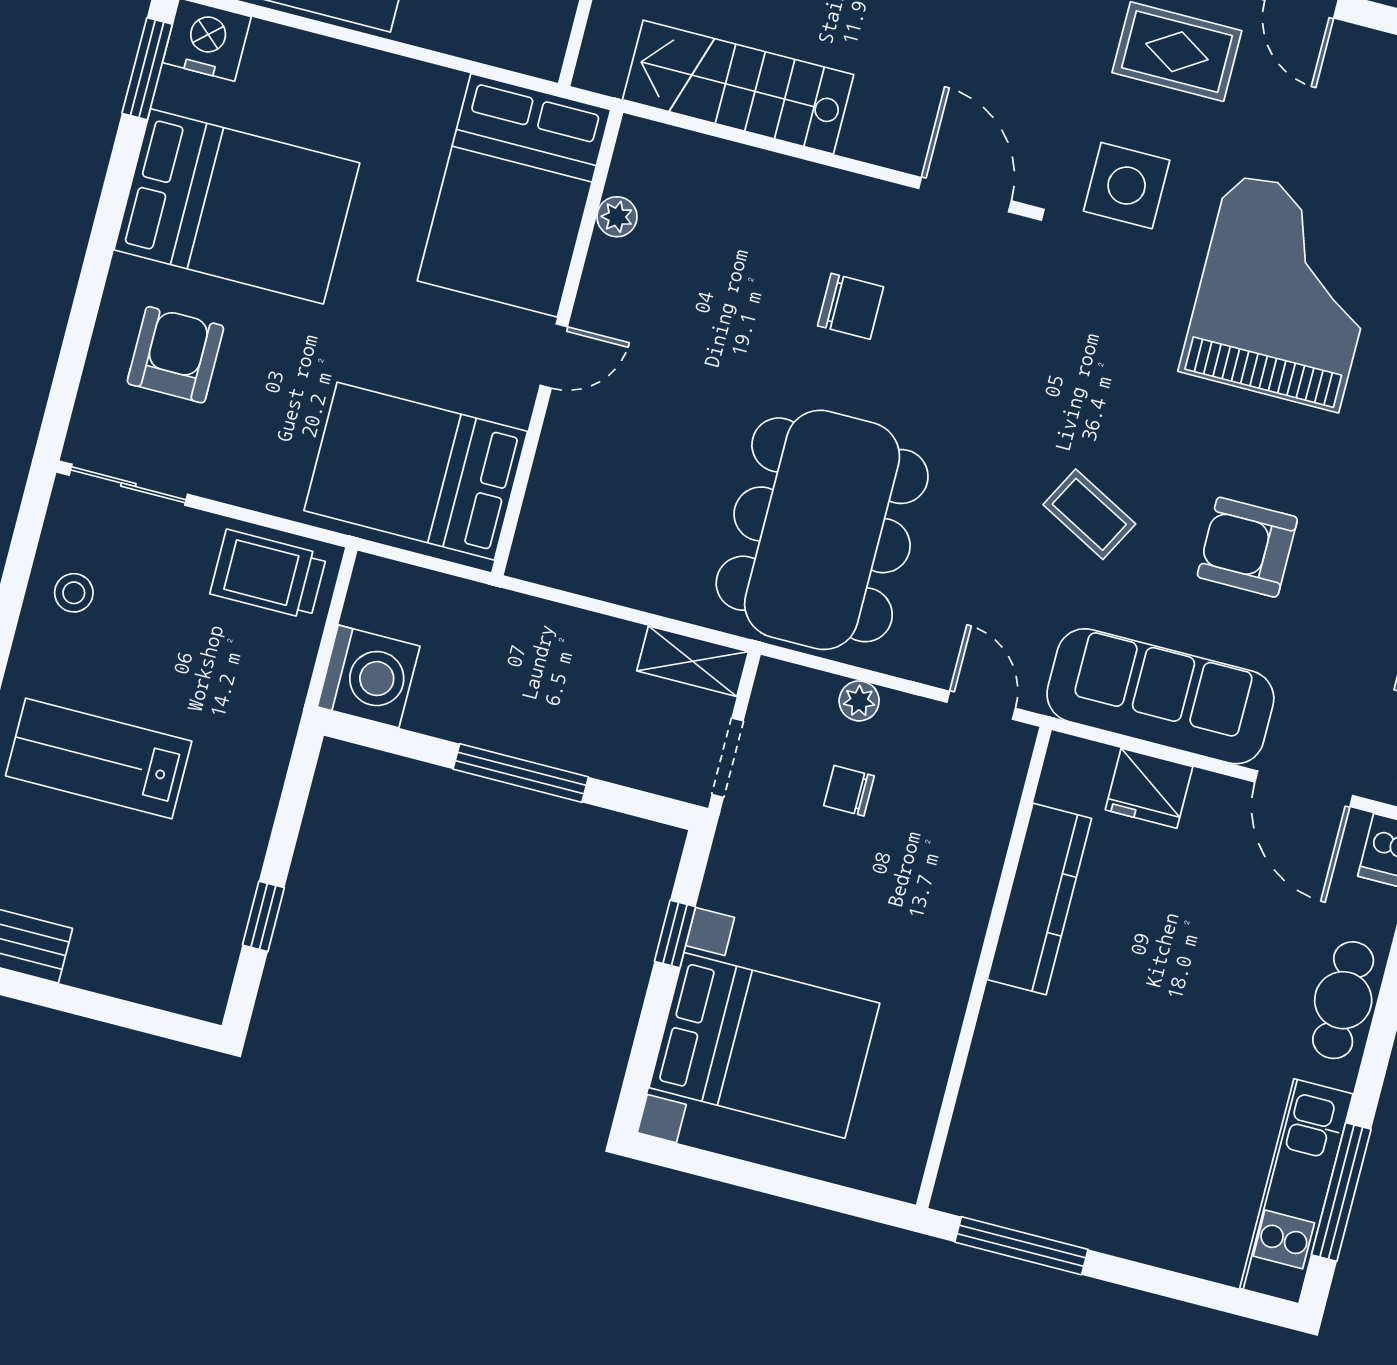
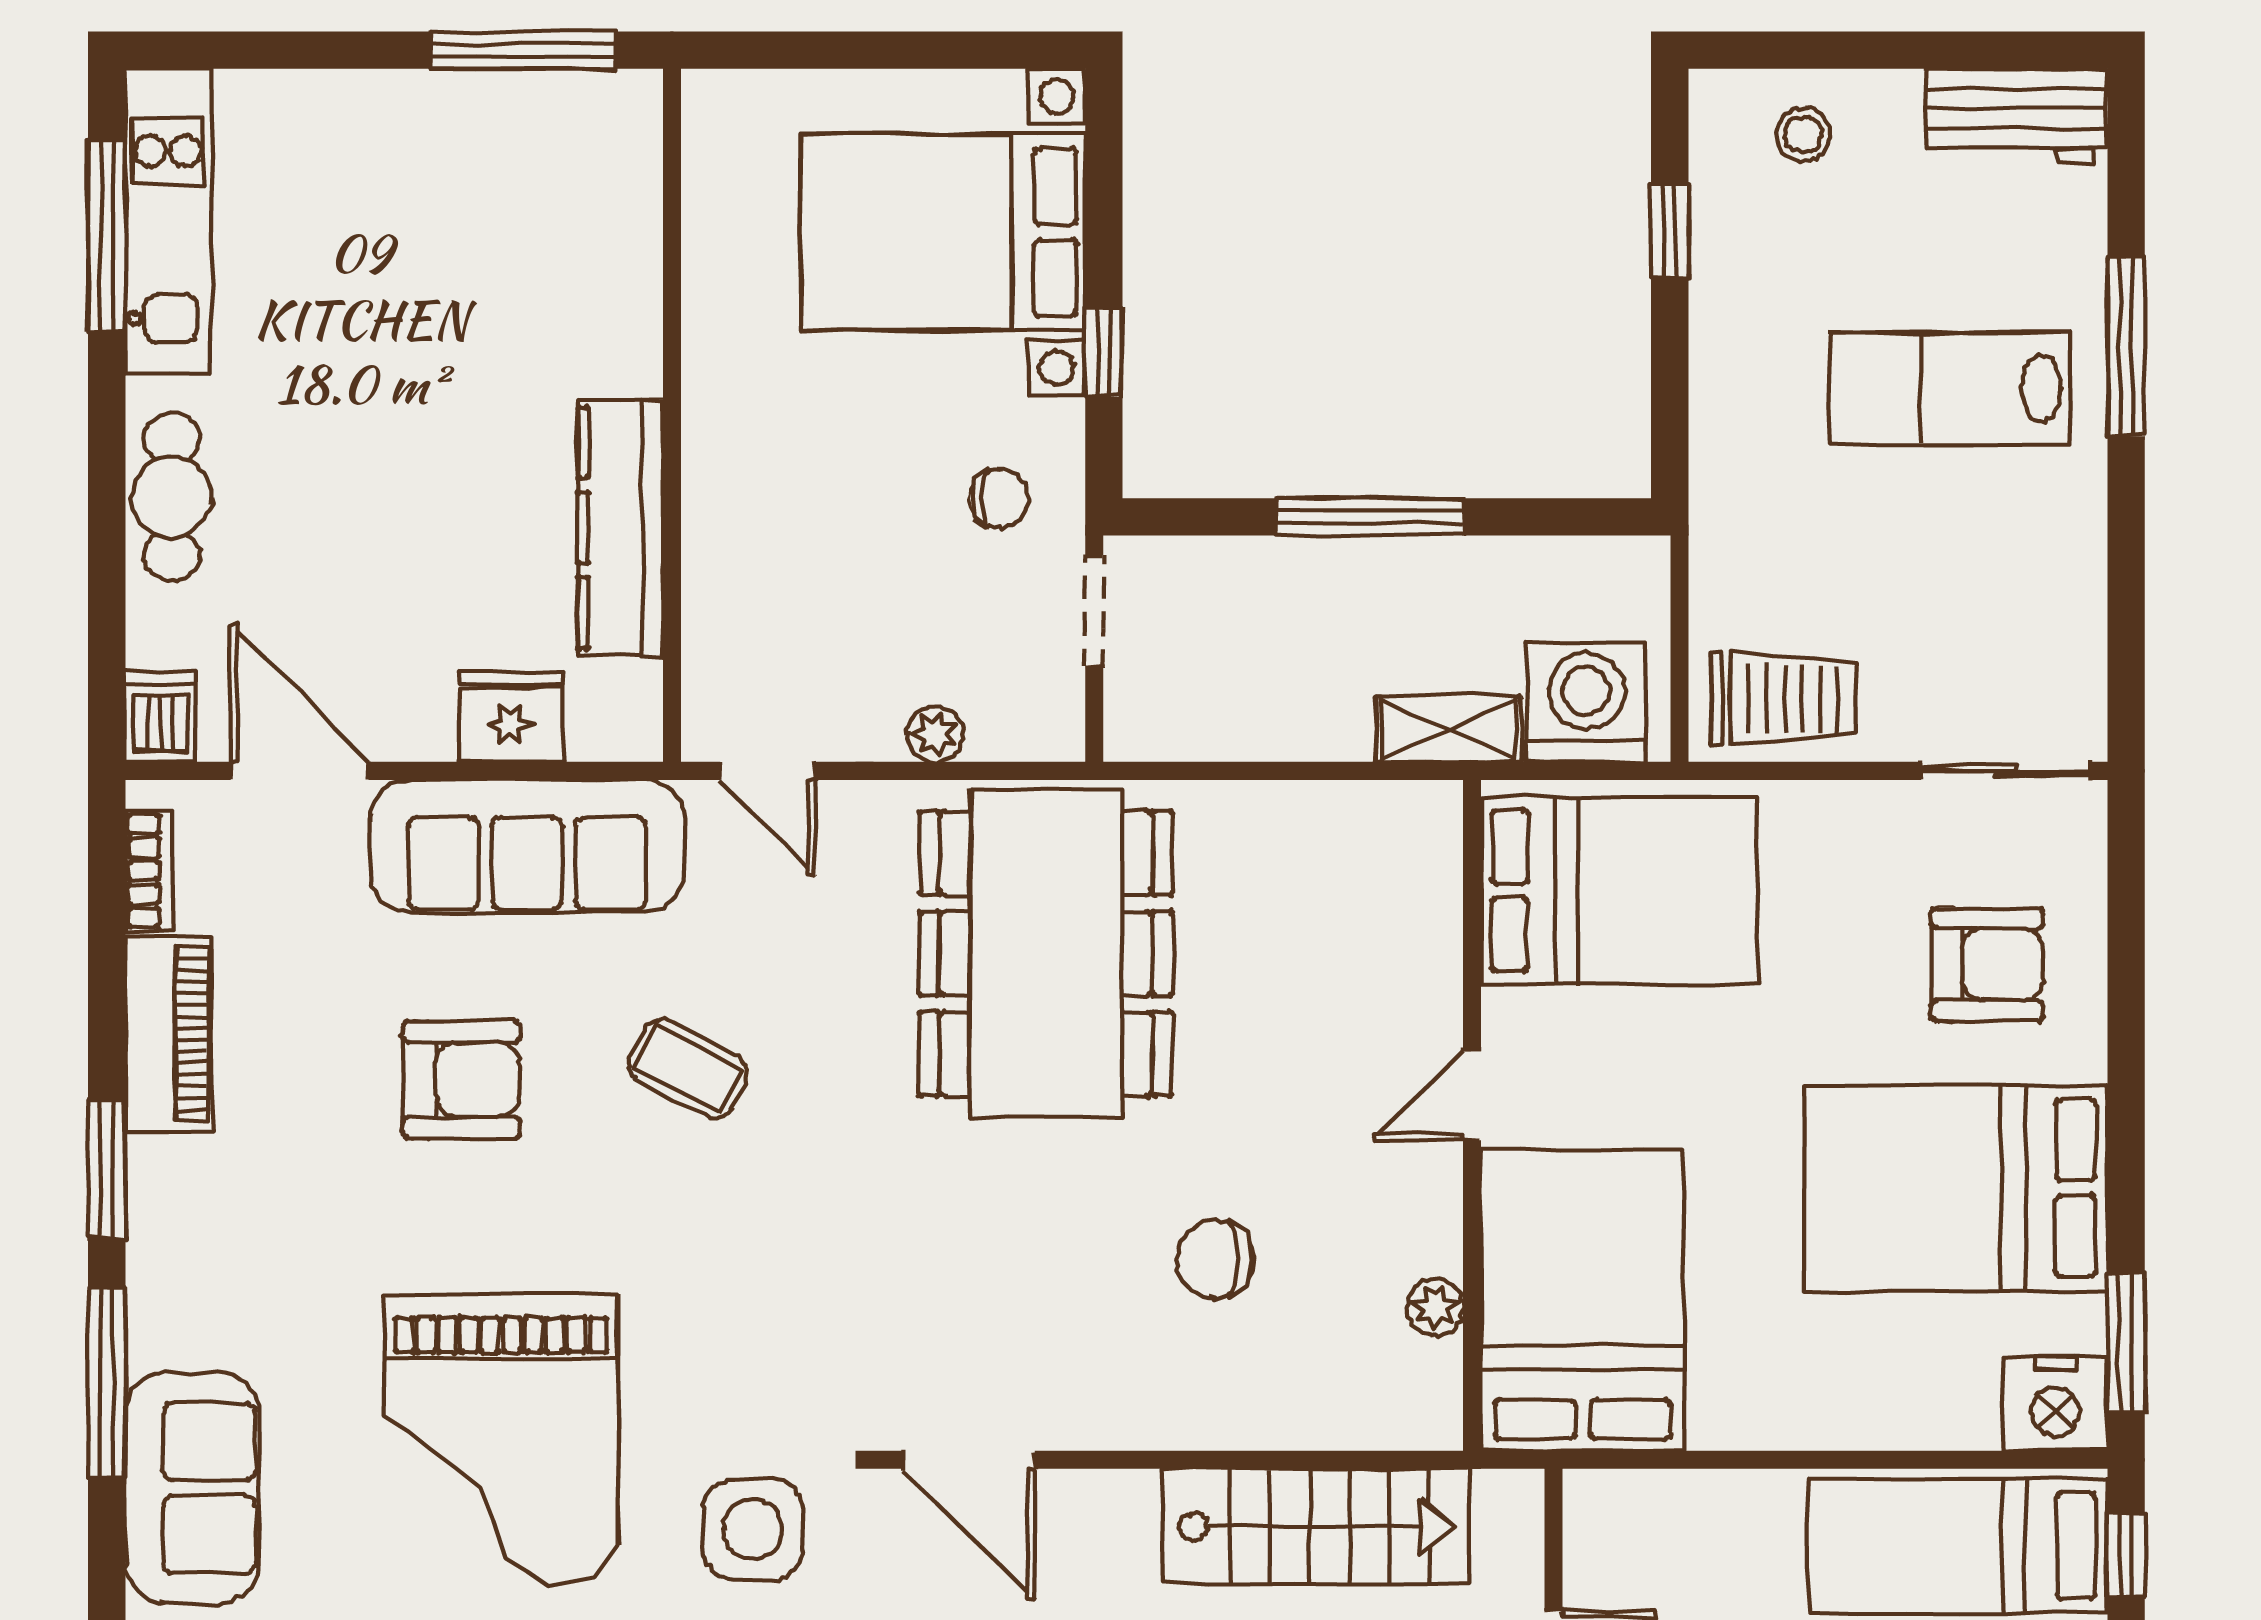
chair: (851, 306) -> (1215, 1259), moved
armchair: (175, 355) -> (1987, 964), turned -90
stool: (74, 593) -> (1803, 135), moved
shelving: (693, 661) -> (1448, 729), moved
washing machine: (369, 676) -> (1586, 703), moved, turned 90
lab bench: (99, 758) -> (1949, 388), turned 180
chair: (849, 791) -> (999, 498), moved

